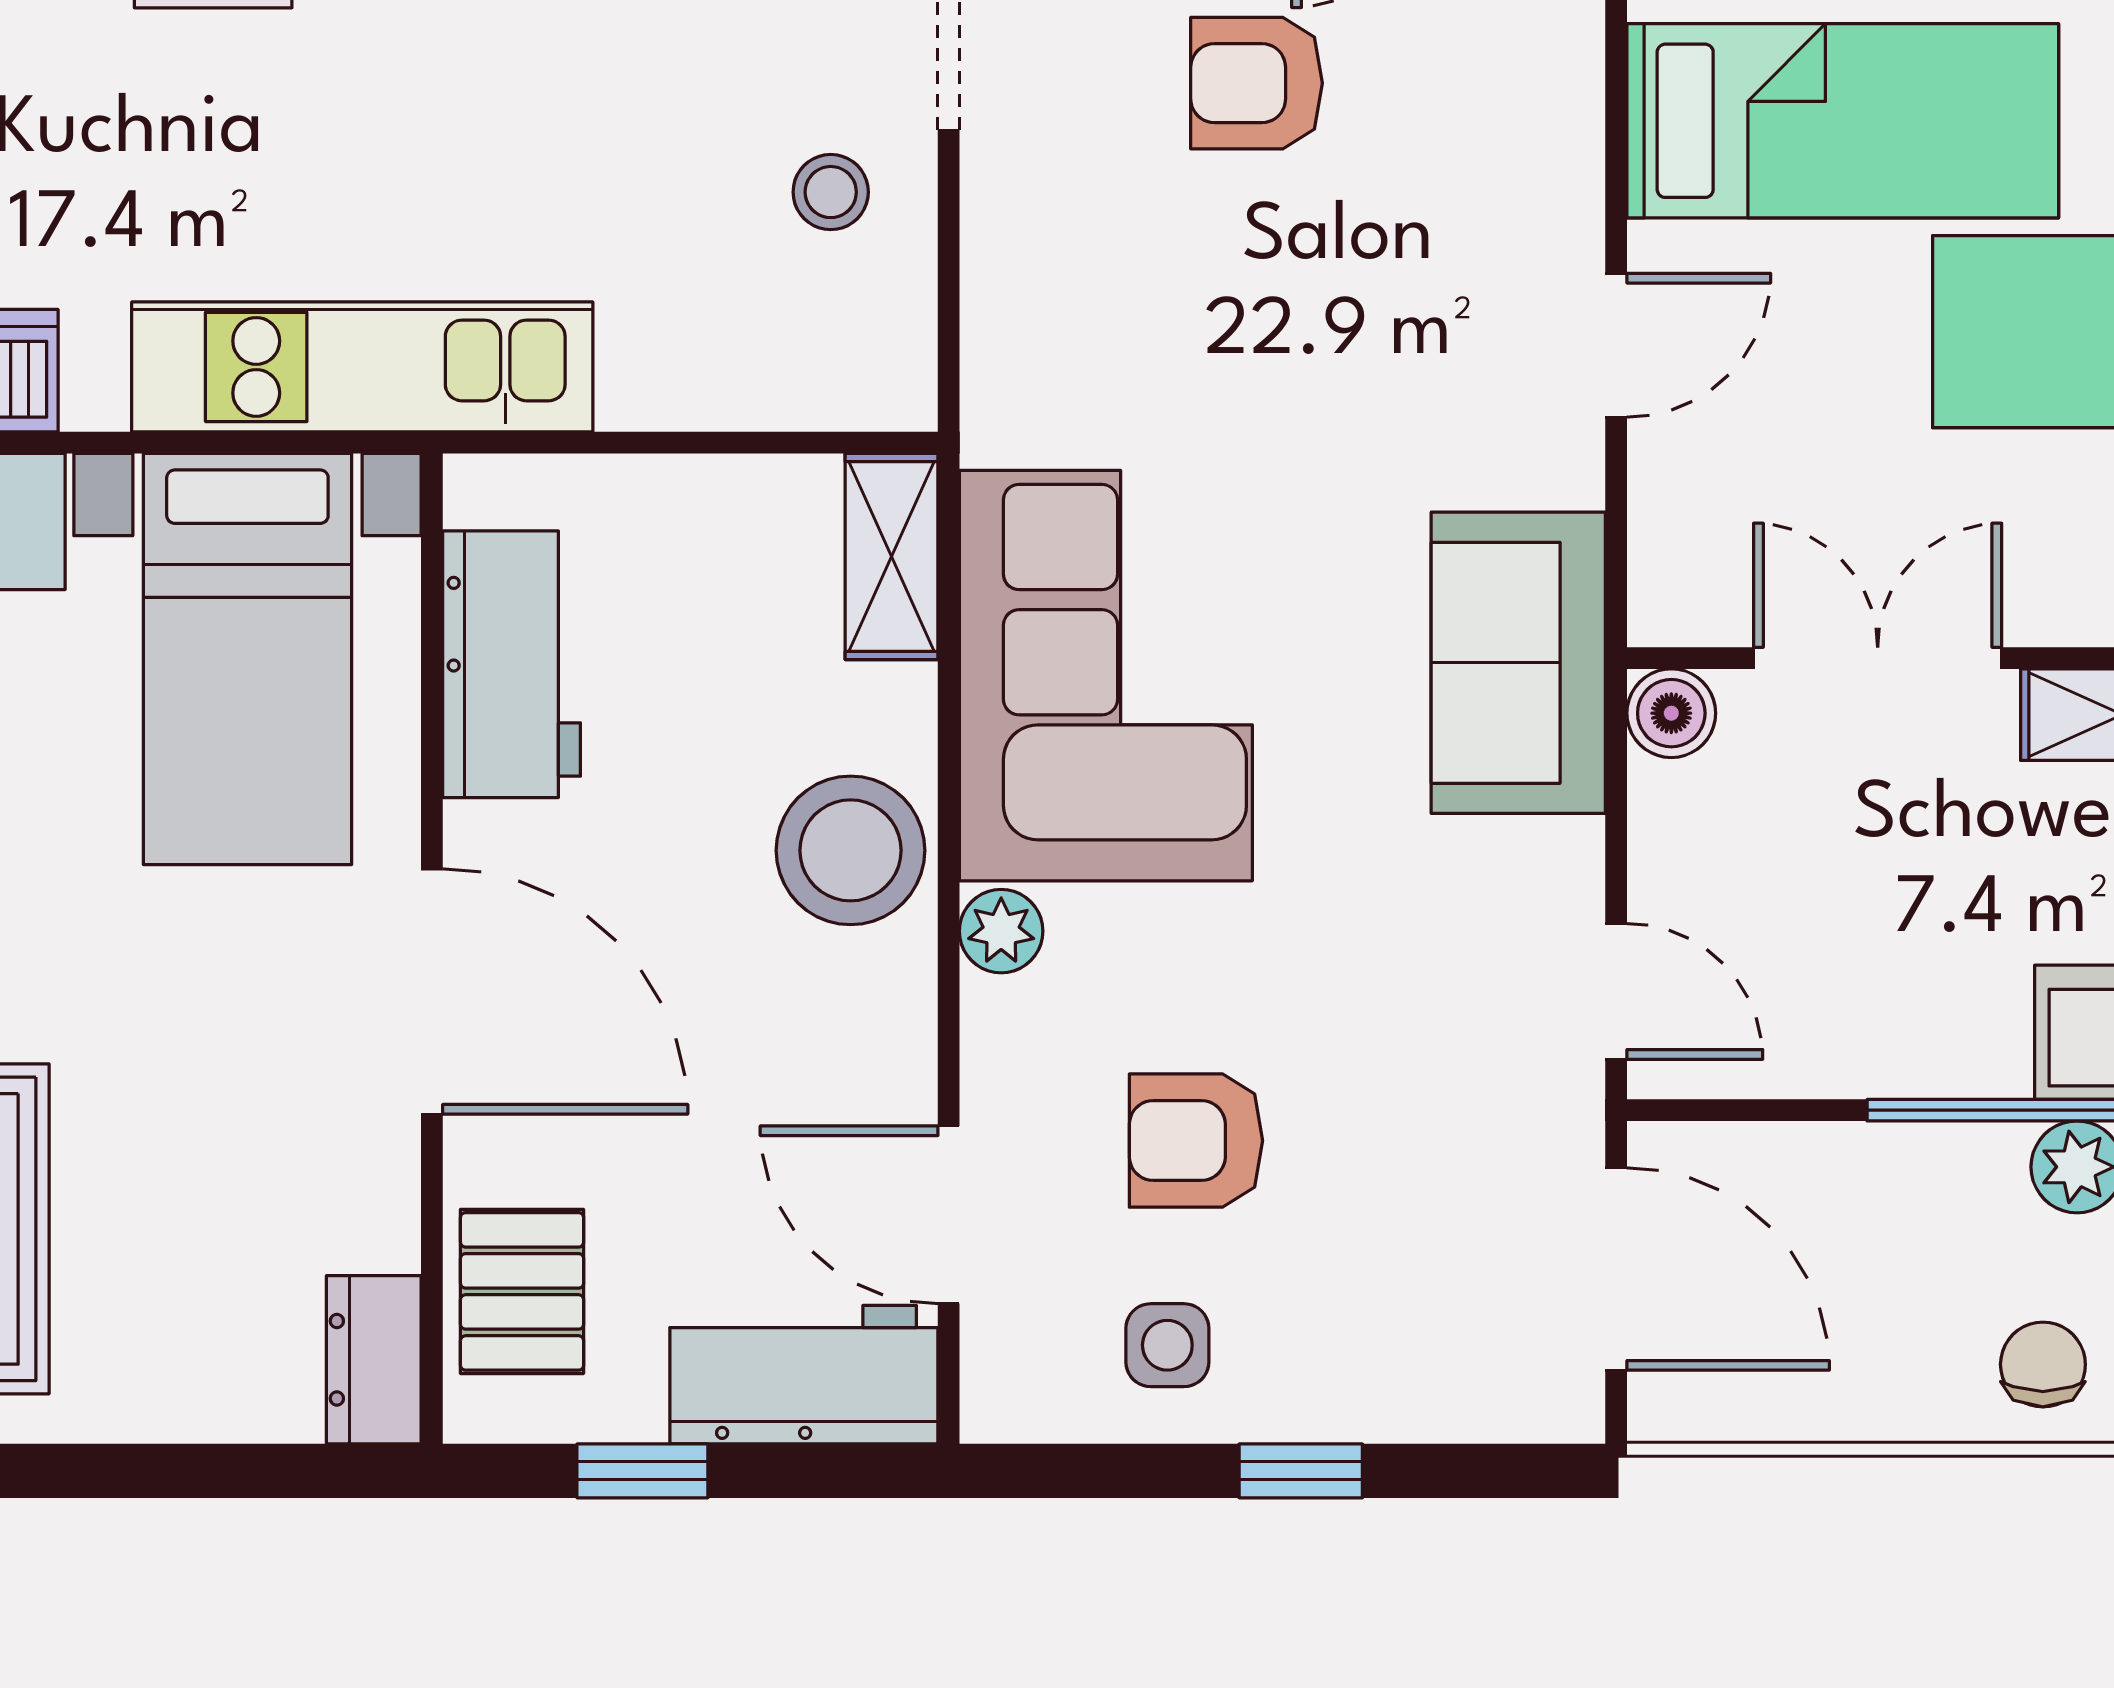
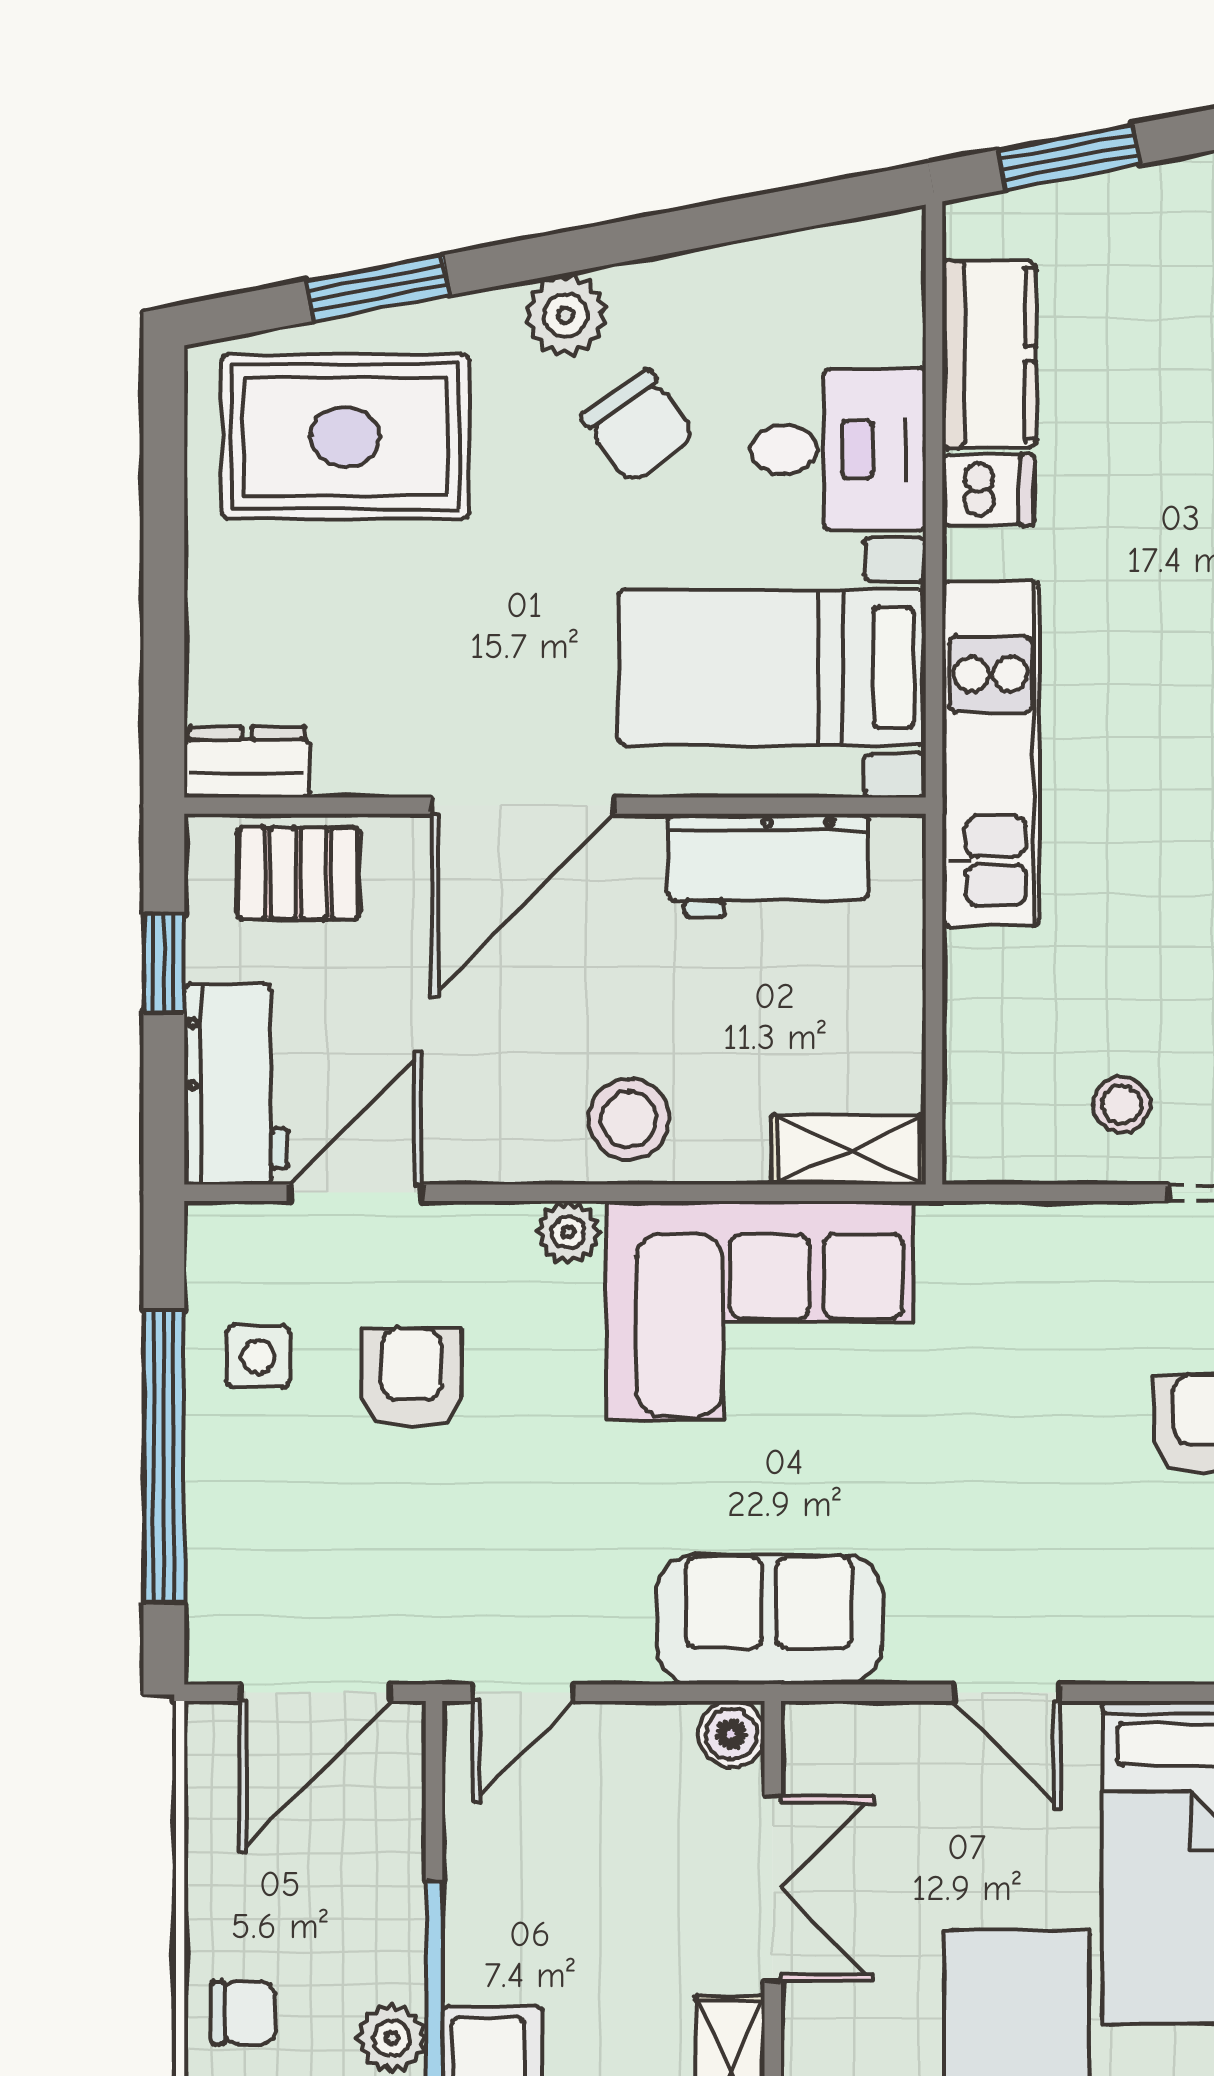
stool: (850, 850) -> (629, 1119), width x0.73, depth x0.73
window: (1301, 1471) -> (164, 1456), width x3.17

